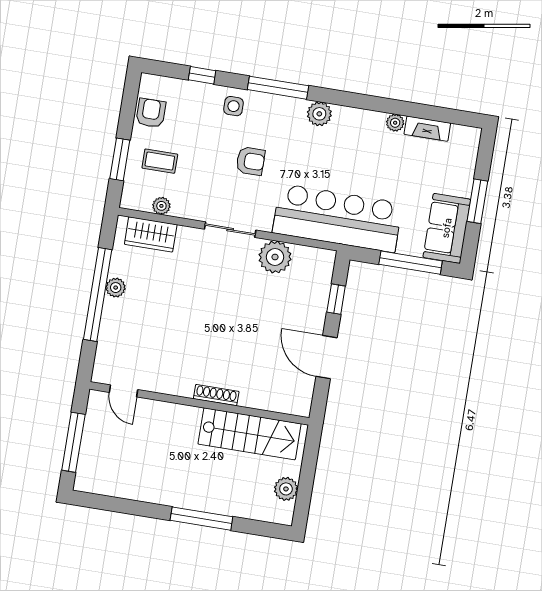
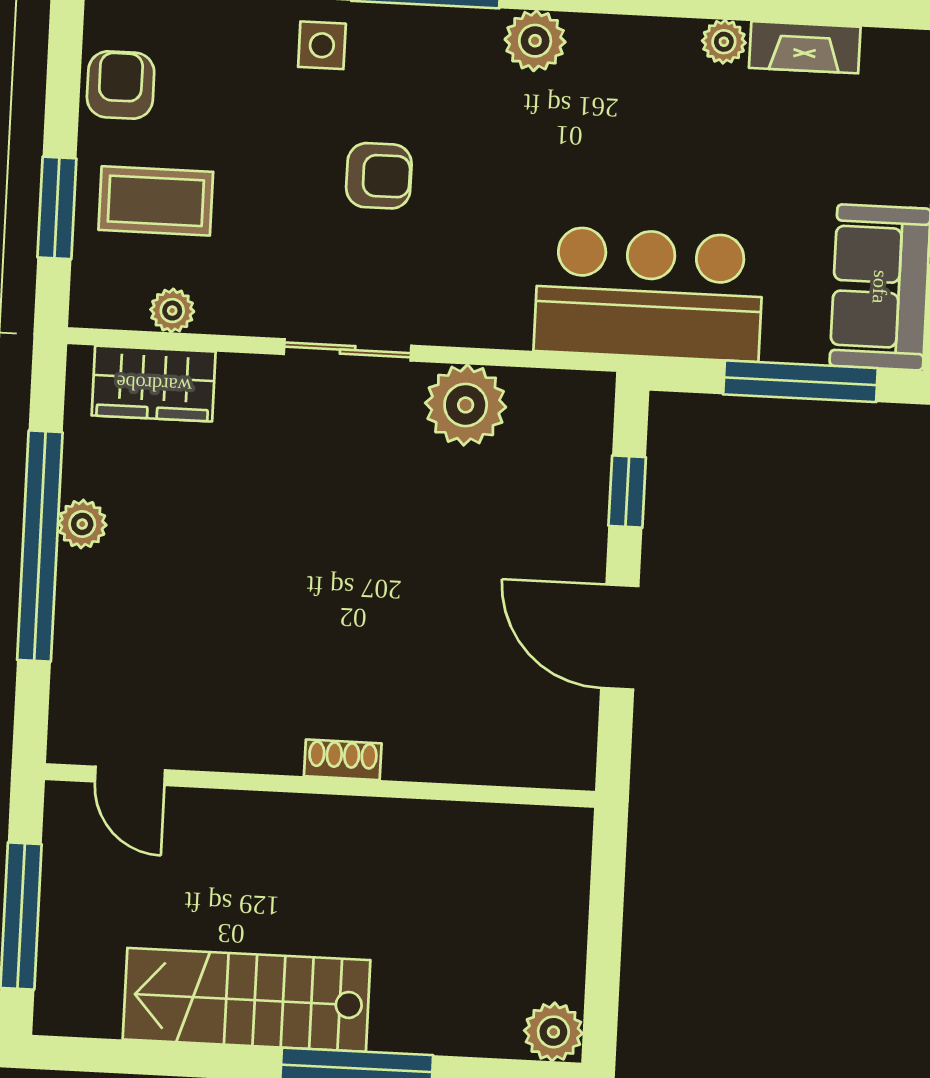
coffee table: (160, 161) -> (156, 201), width x1.36, depth x1.30
bar counter: (337, 218) -> (649, 294), width x0.73
shoe rack: (216, 395) -> (343, 760), width x0.70
stairs: (250, 434) -> (247, 1000), moved, turned 180
plant: (286, 489) -> (553, 1032), moved

